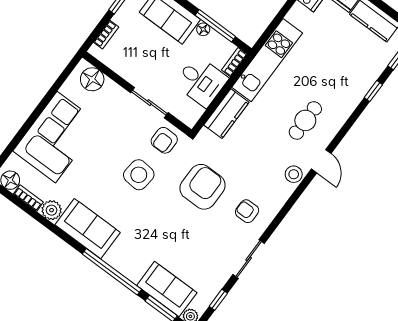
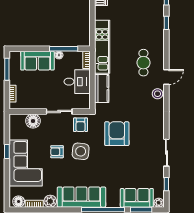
floor lamp: (92, 79) -> (33, 121), moved
window: (43, 104) -> (7, 151), added
door: (321, 161) -> (166, 77), hinge flipped
armchair: (247, 211) -> (57, 152), moved
sofa: (88, 229) -> (81, 197), width x1.36

